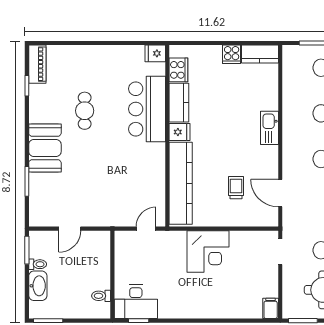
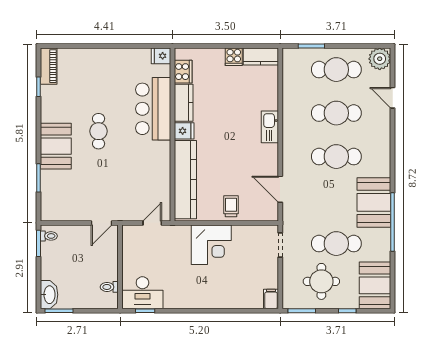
cafe table: (85, 111) -> (99, 131), moved
trolley: (236, 188) -> (231, 206), moved
door: (70, 229) -> (101, 223), moved
toilet: (38, 264) -> (49, 236), moved
washbasin: (38, 286) -> (49, 295), moved

